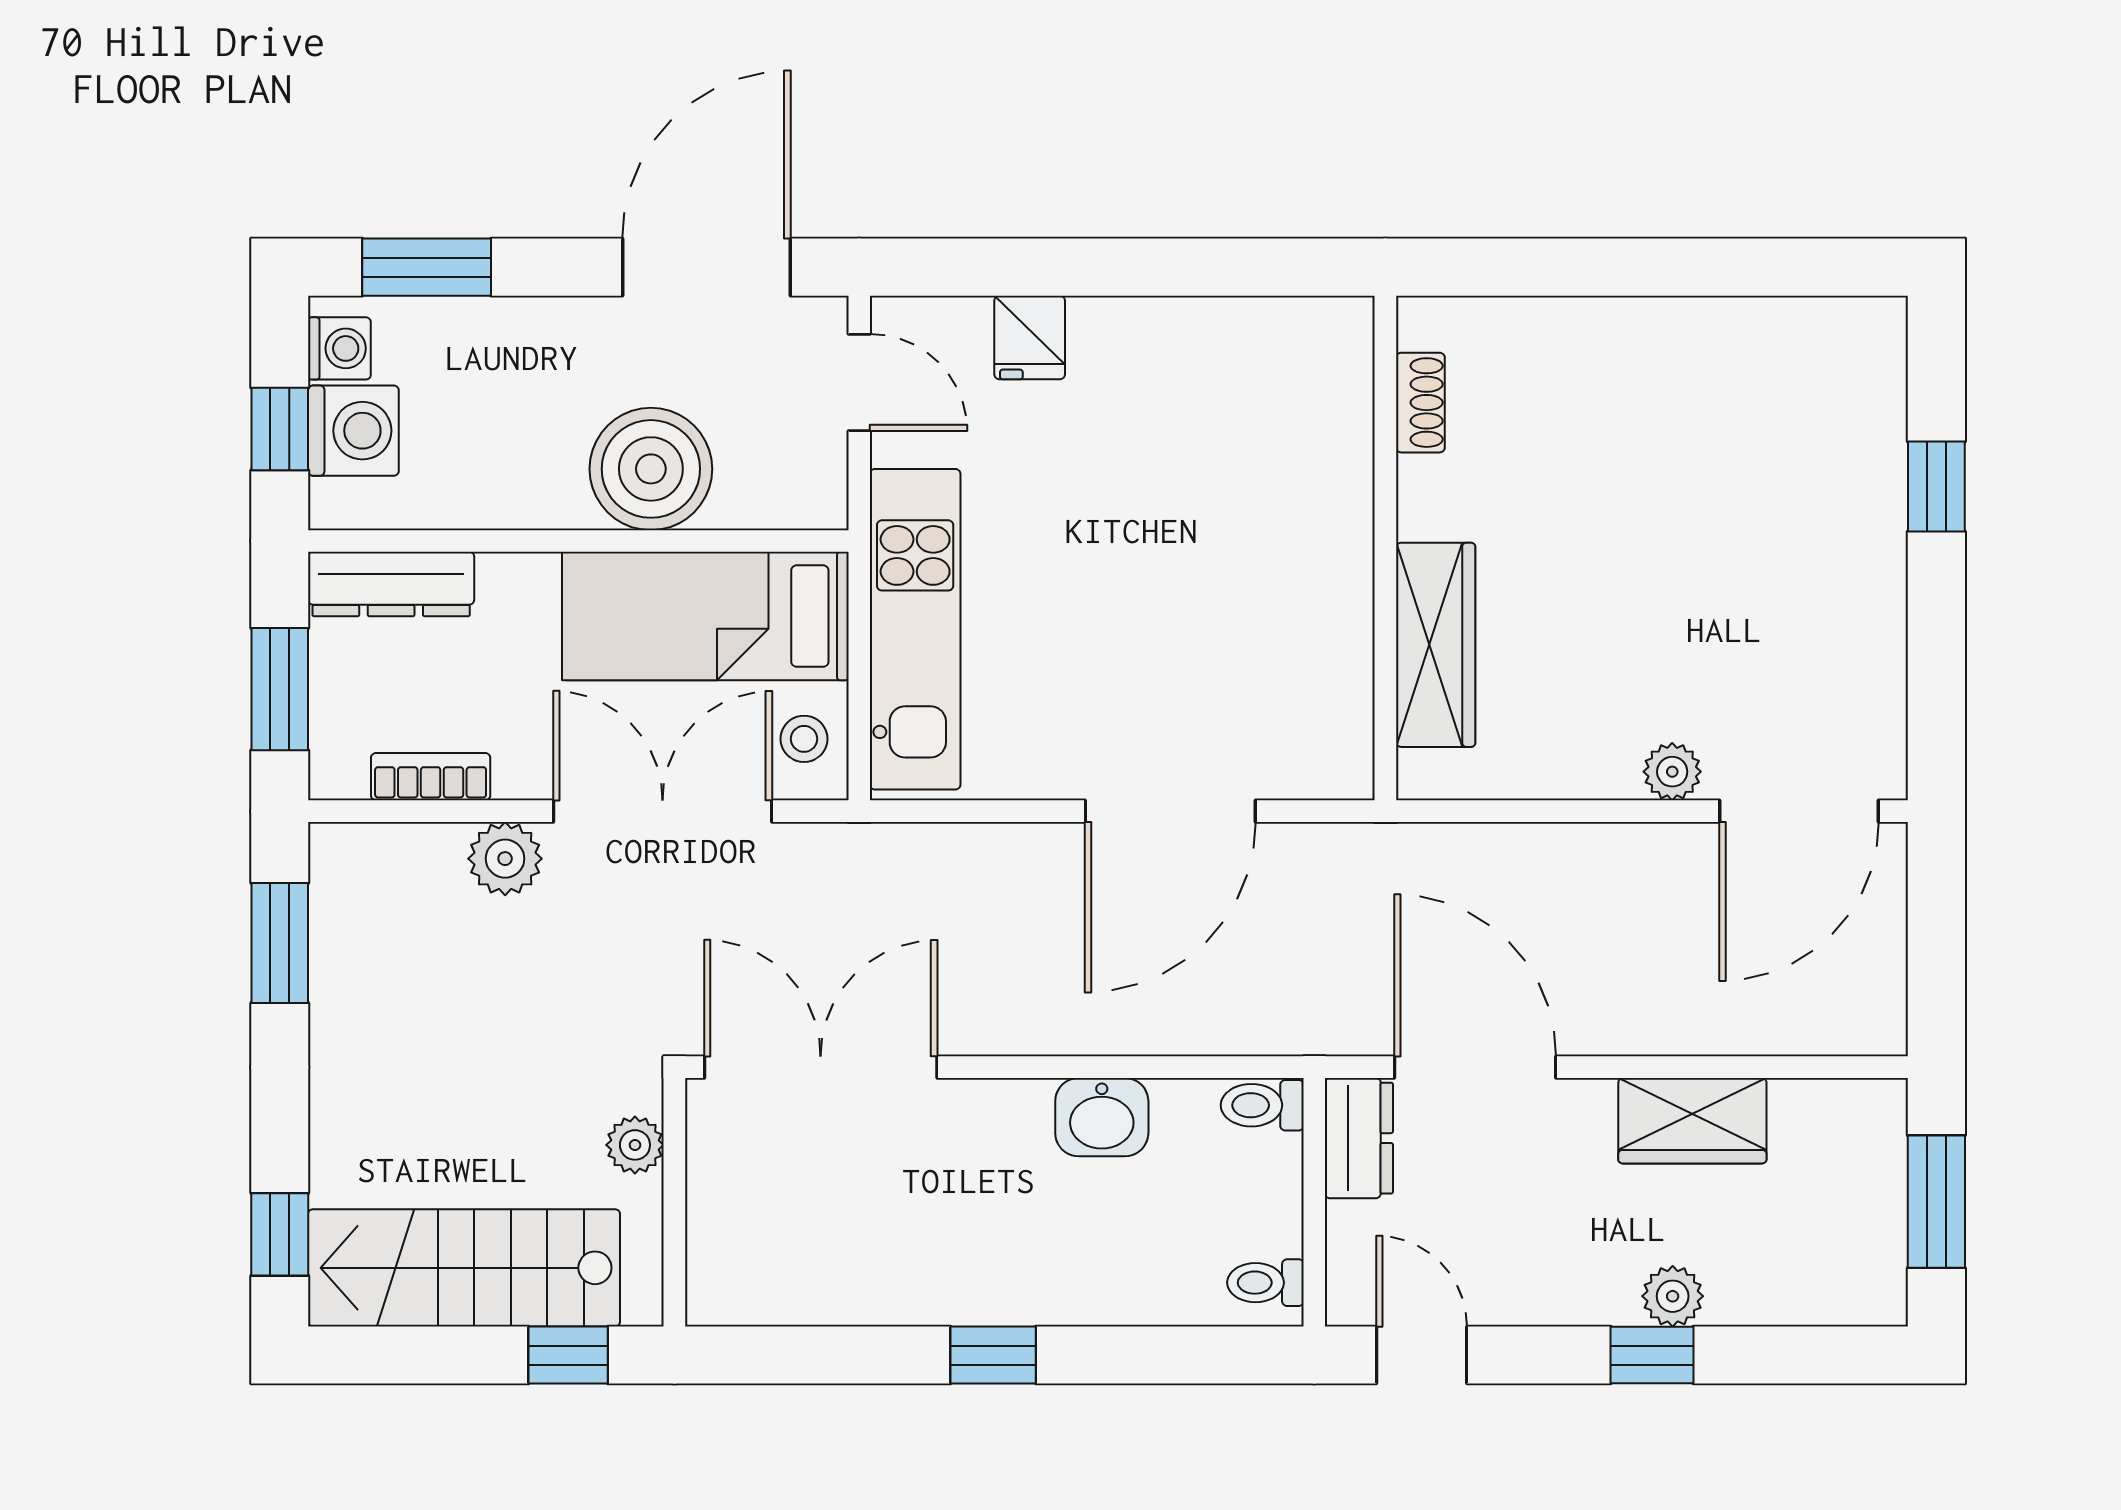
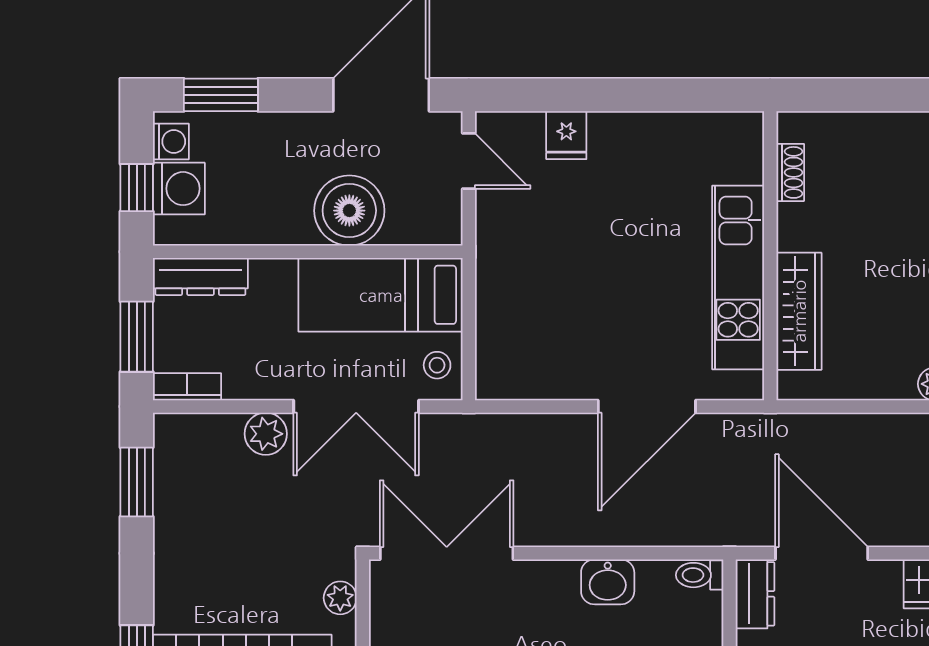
kitchen unit: (915, 629) -> (738, 277), moved, turned 180
bookcase: (431, 777) -> (187, 387), moved
double door: (663, 811) -> (356, 407), swing flipped

